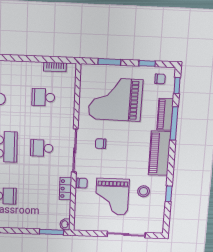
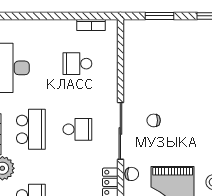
grand piano: (116, 99) -> (170, 63), removed
school desk: (42, 148) -> (77, 129), turned 180

